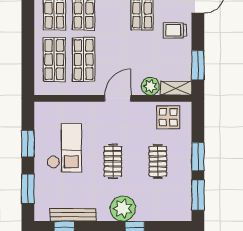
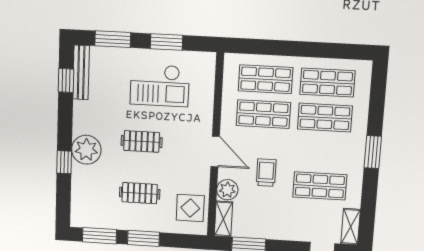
trolley: (175, 30) -> (266, 173), moved
bench: (73, 215) -> (81, 72), moved

